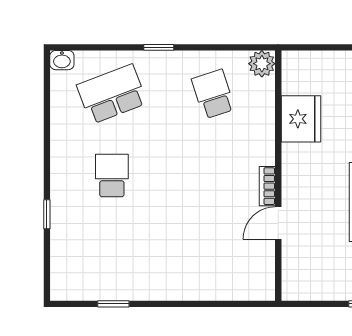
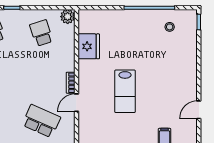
school desk: (213, 257) -> (41, 121), added

